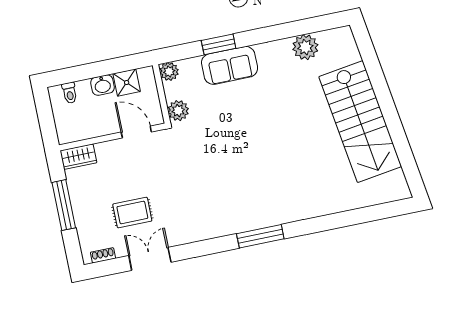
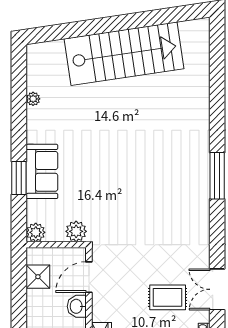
plant: (305, 47) -> (33, 99), width x0.53, depth x0.53
washbasin: (102, 85) -> (77, 306), moved, turned 180
rug: (132, 212) -> (168, 297), turned 90

